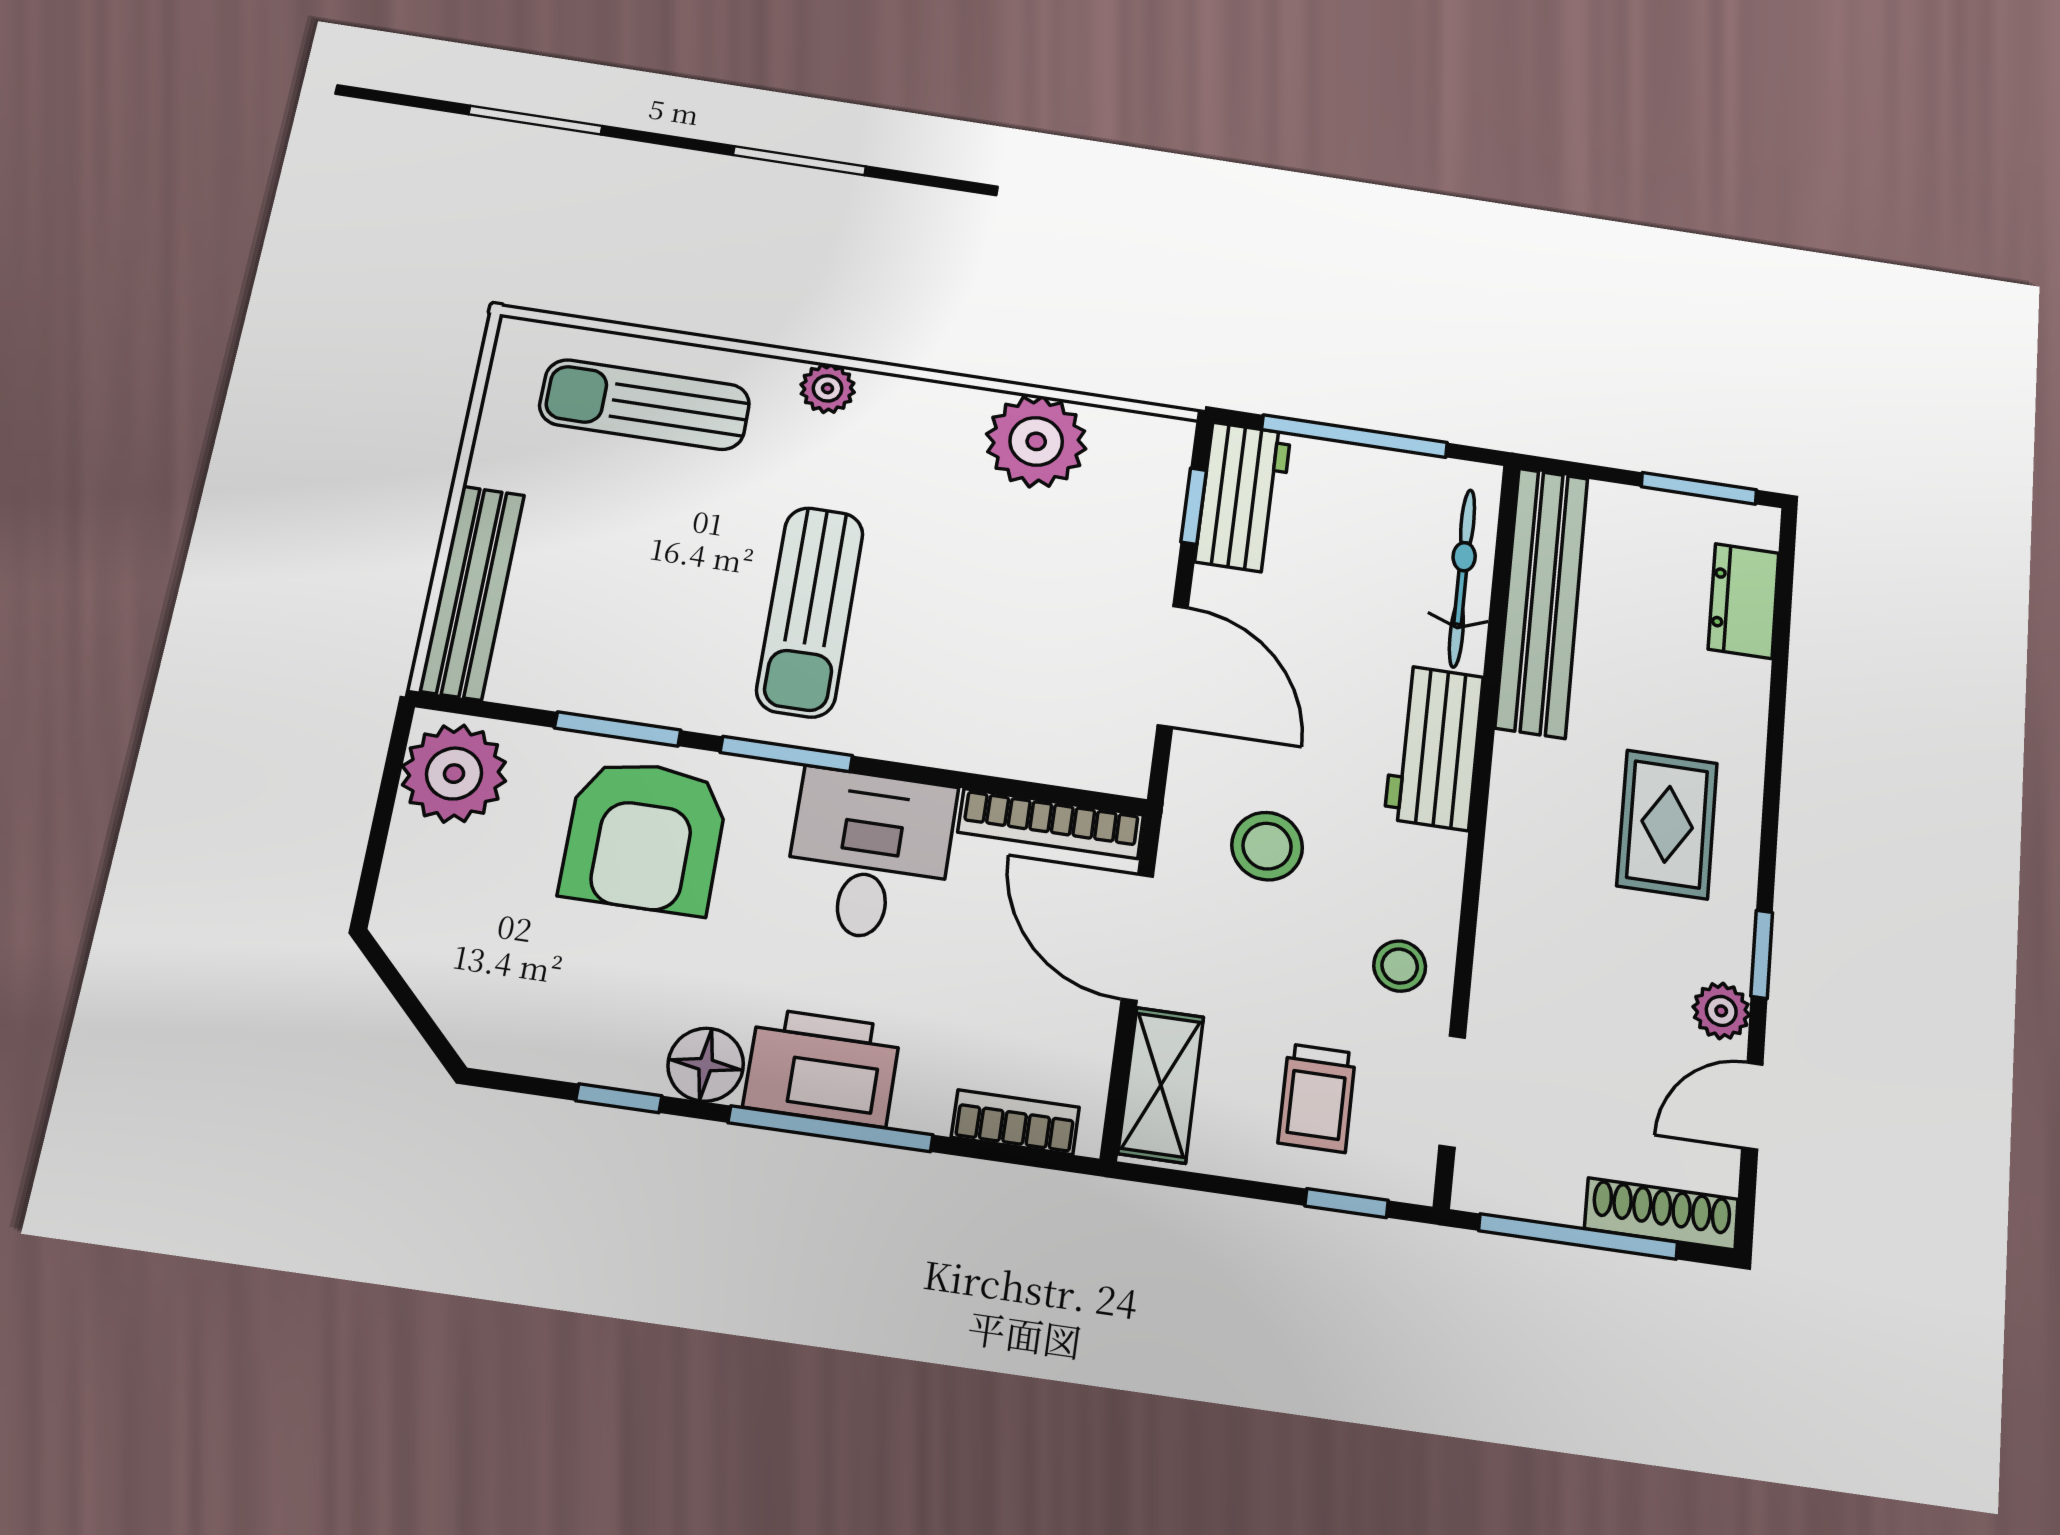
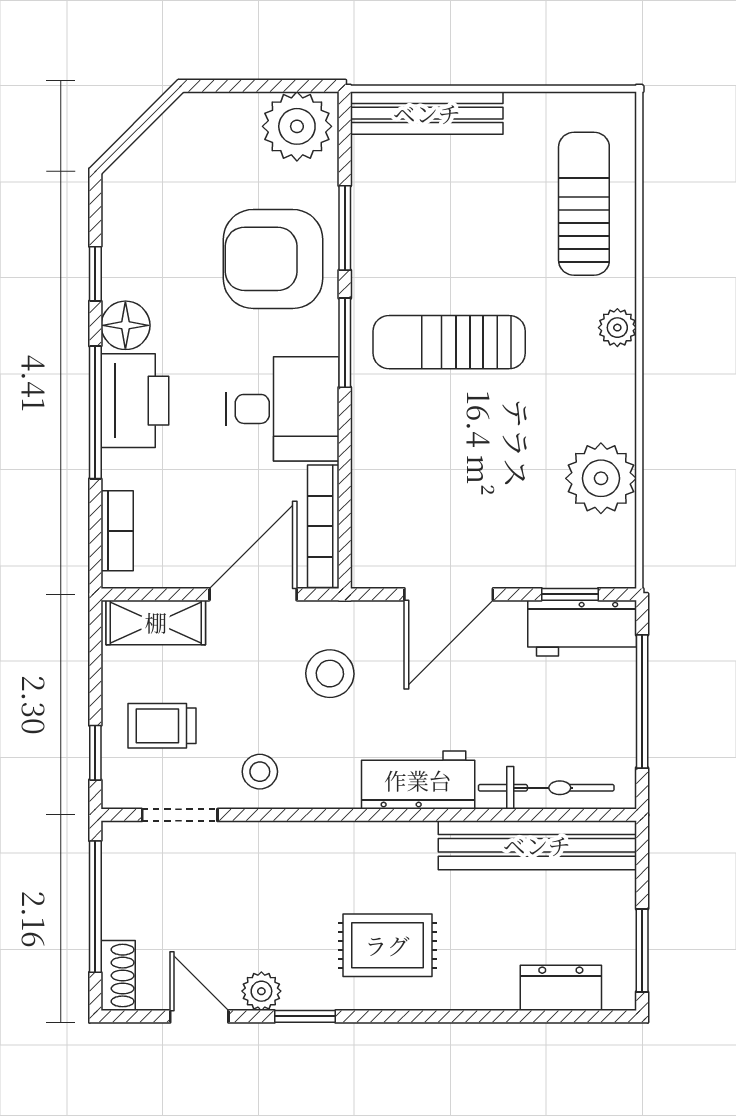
shoe rack: (1661, 1214) -> (118, 976), width x0.70

